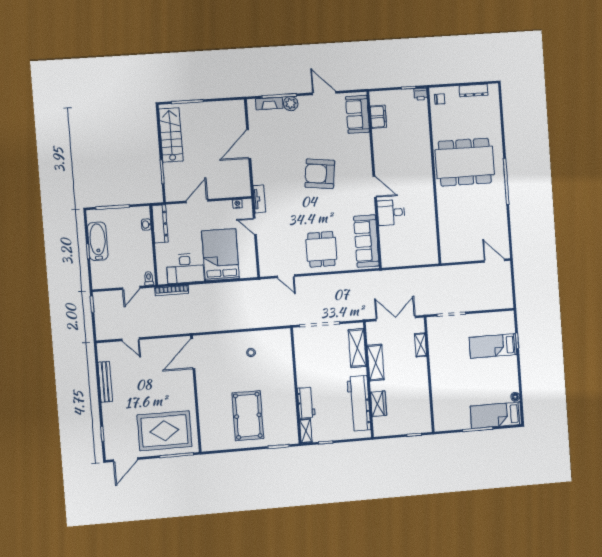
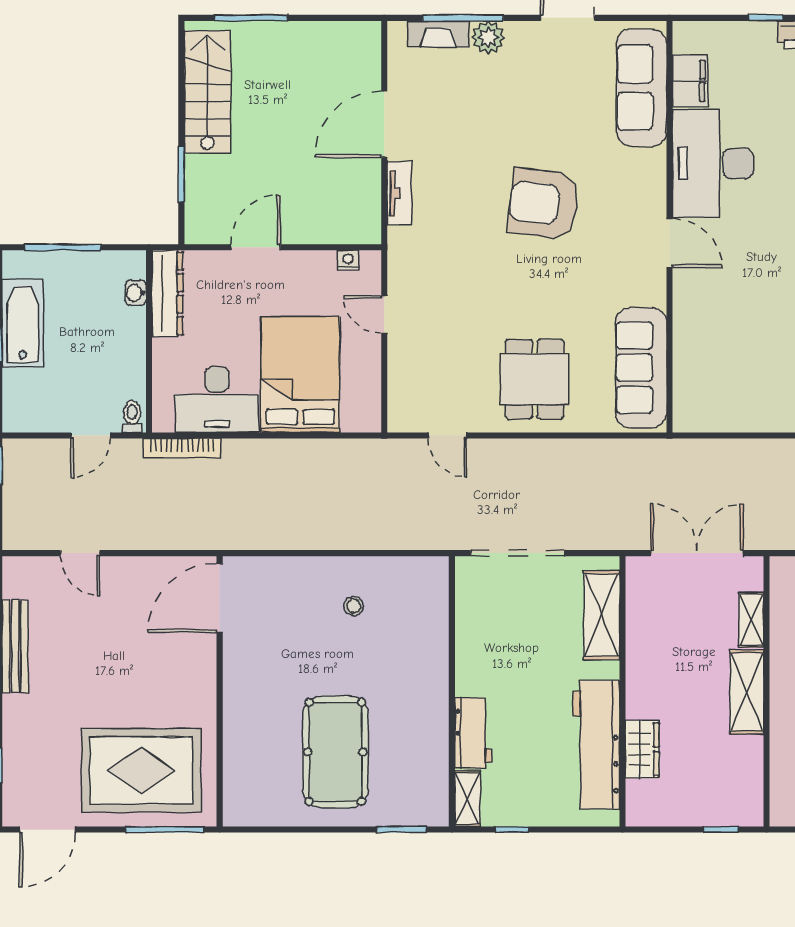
sofa: (357, 114) -> (642, 88), width x1.36
tv unit: (259, 199) -> (399, 193), moved
desk: (391, 212) -> (713, 164), moved, width x1.87, depth x1.30
shelving: (376, 363) -> (747, 692), moved

